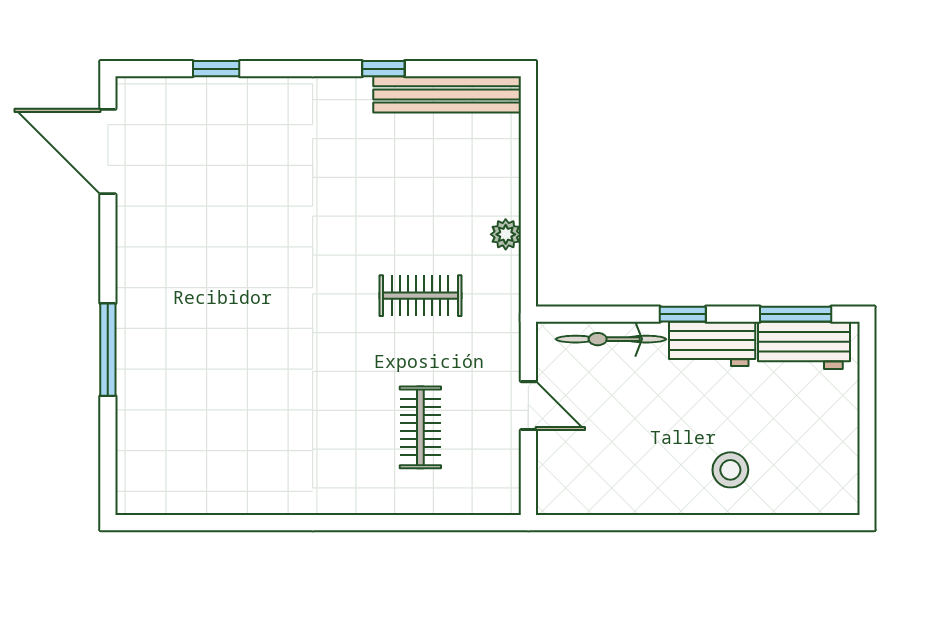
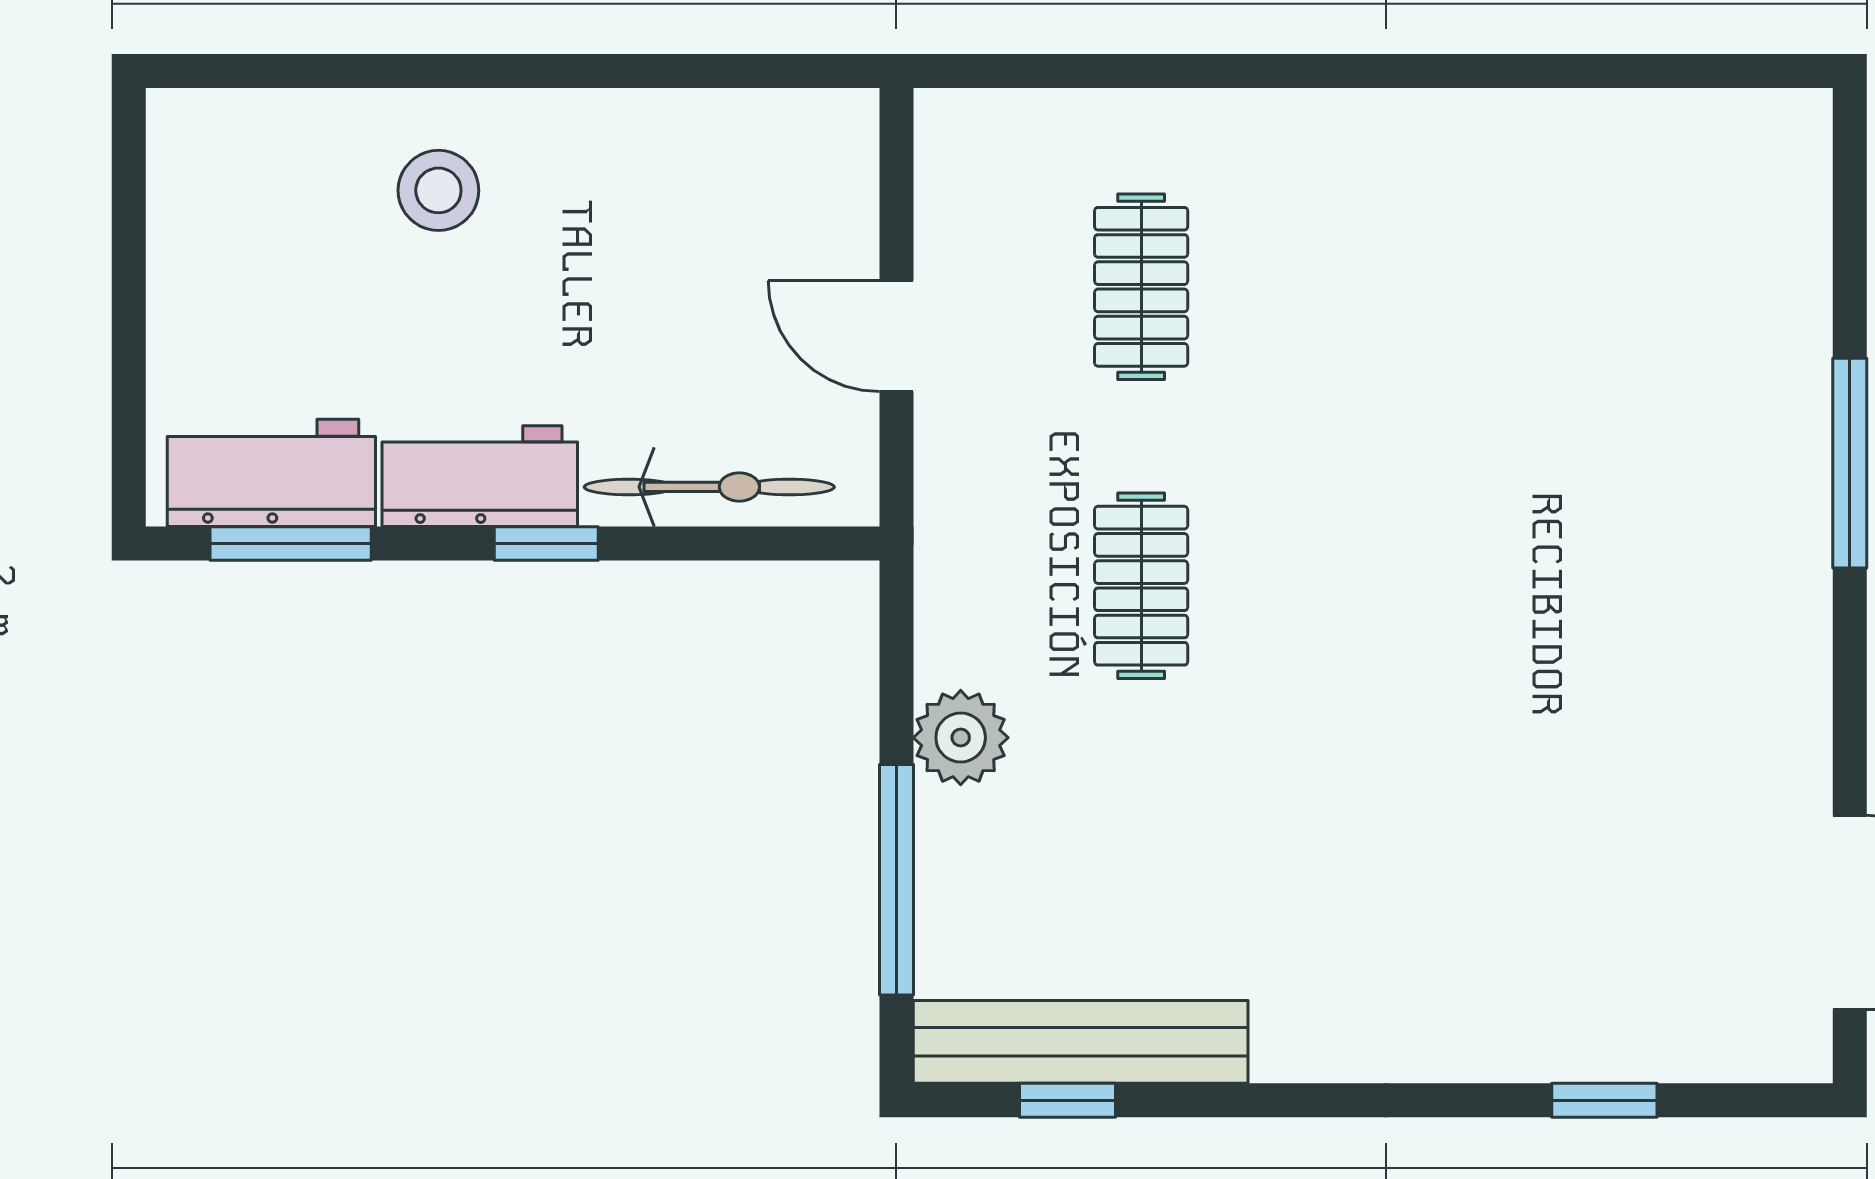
window: (383, 69) -> (1068, 1100), moved
window: (528, 166) -> (896, 880), added
plant: (506, 234) -> (961, 738), width x1.38, depth x1.38
clothes rail: (420, 296) -> (1141, 586), turned 90

